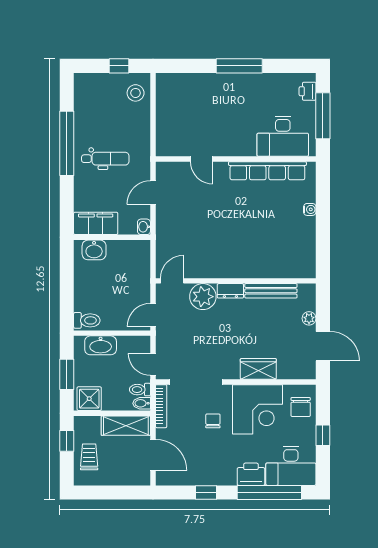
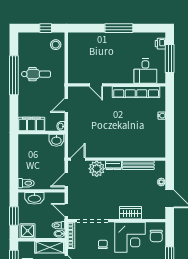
desk: (283, 136) -> (145, 71), width x0.73
dental chair: (105, 159) -> (36, 74), moved
washbasin: (94, 250) -> (56, 140), moved

